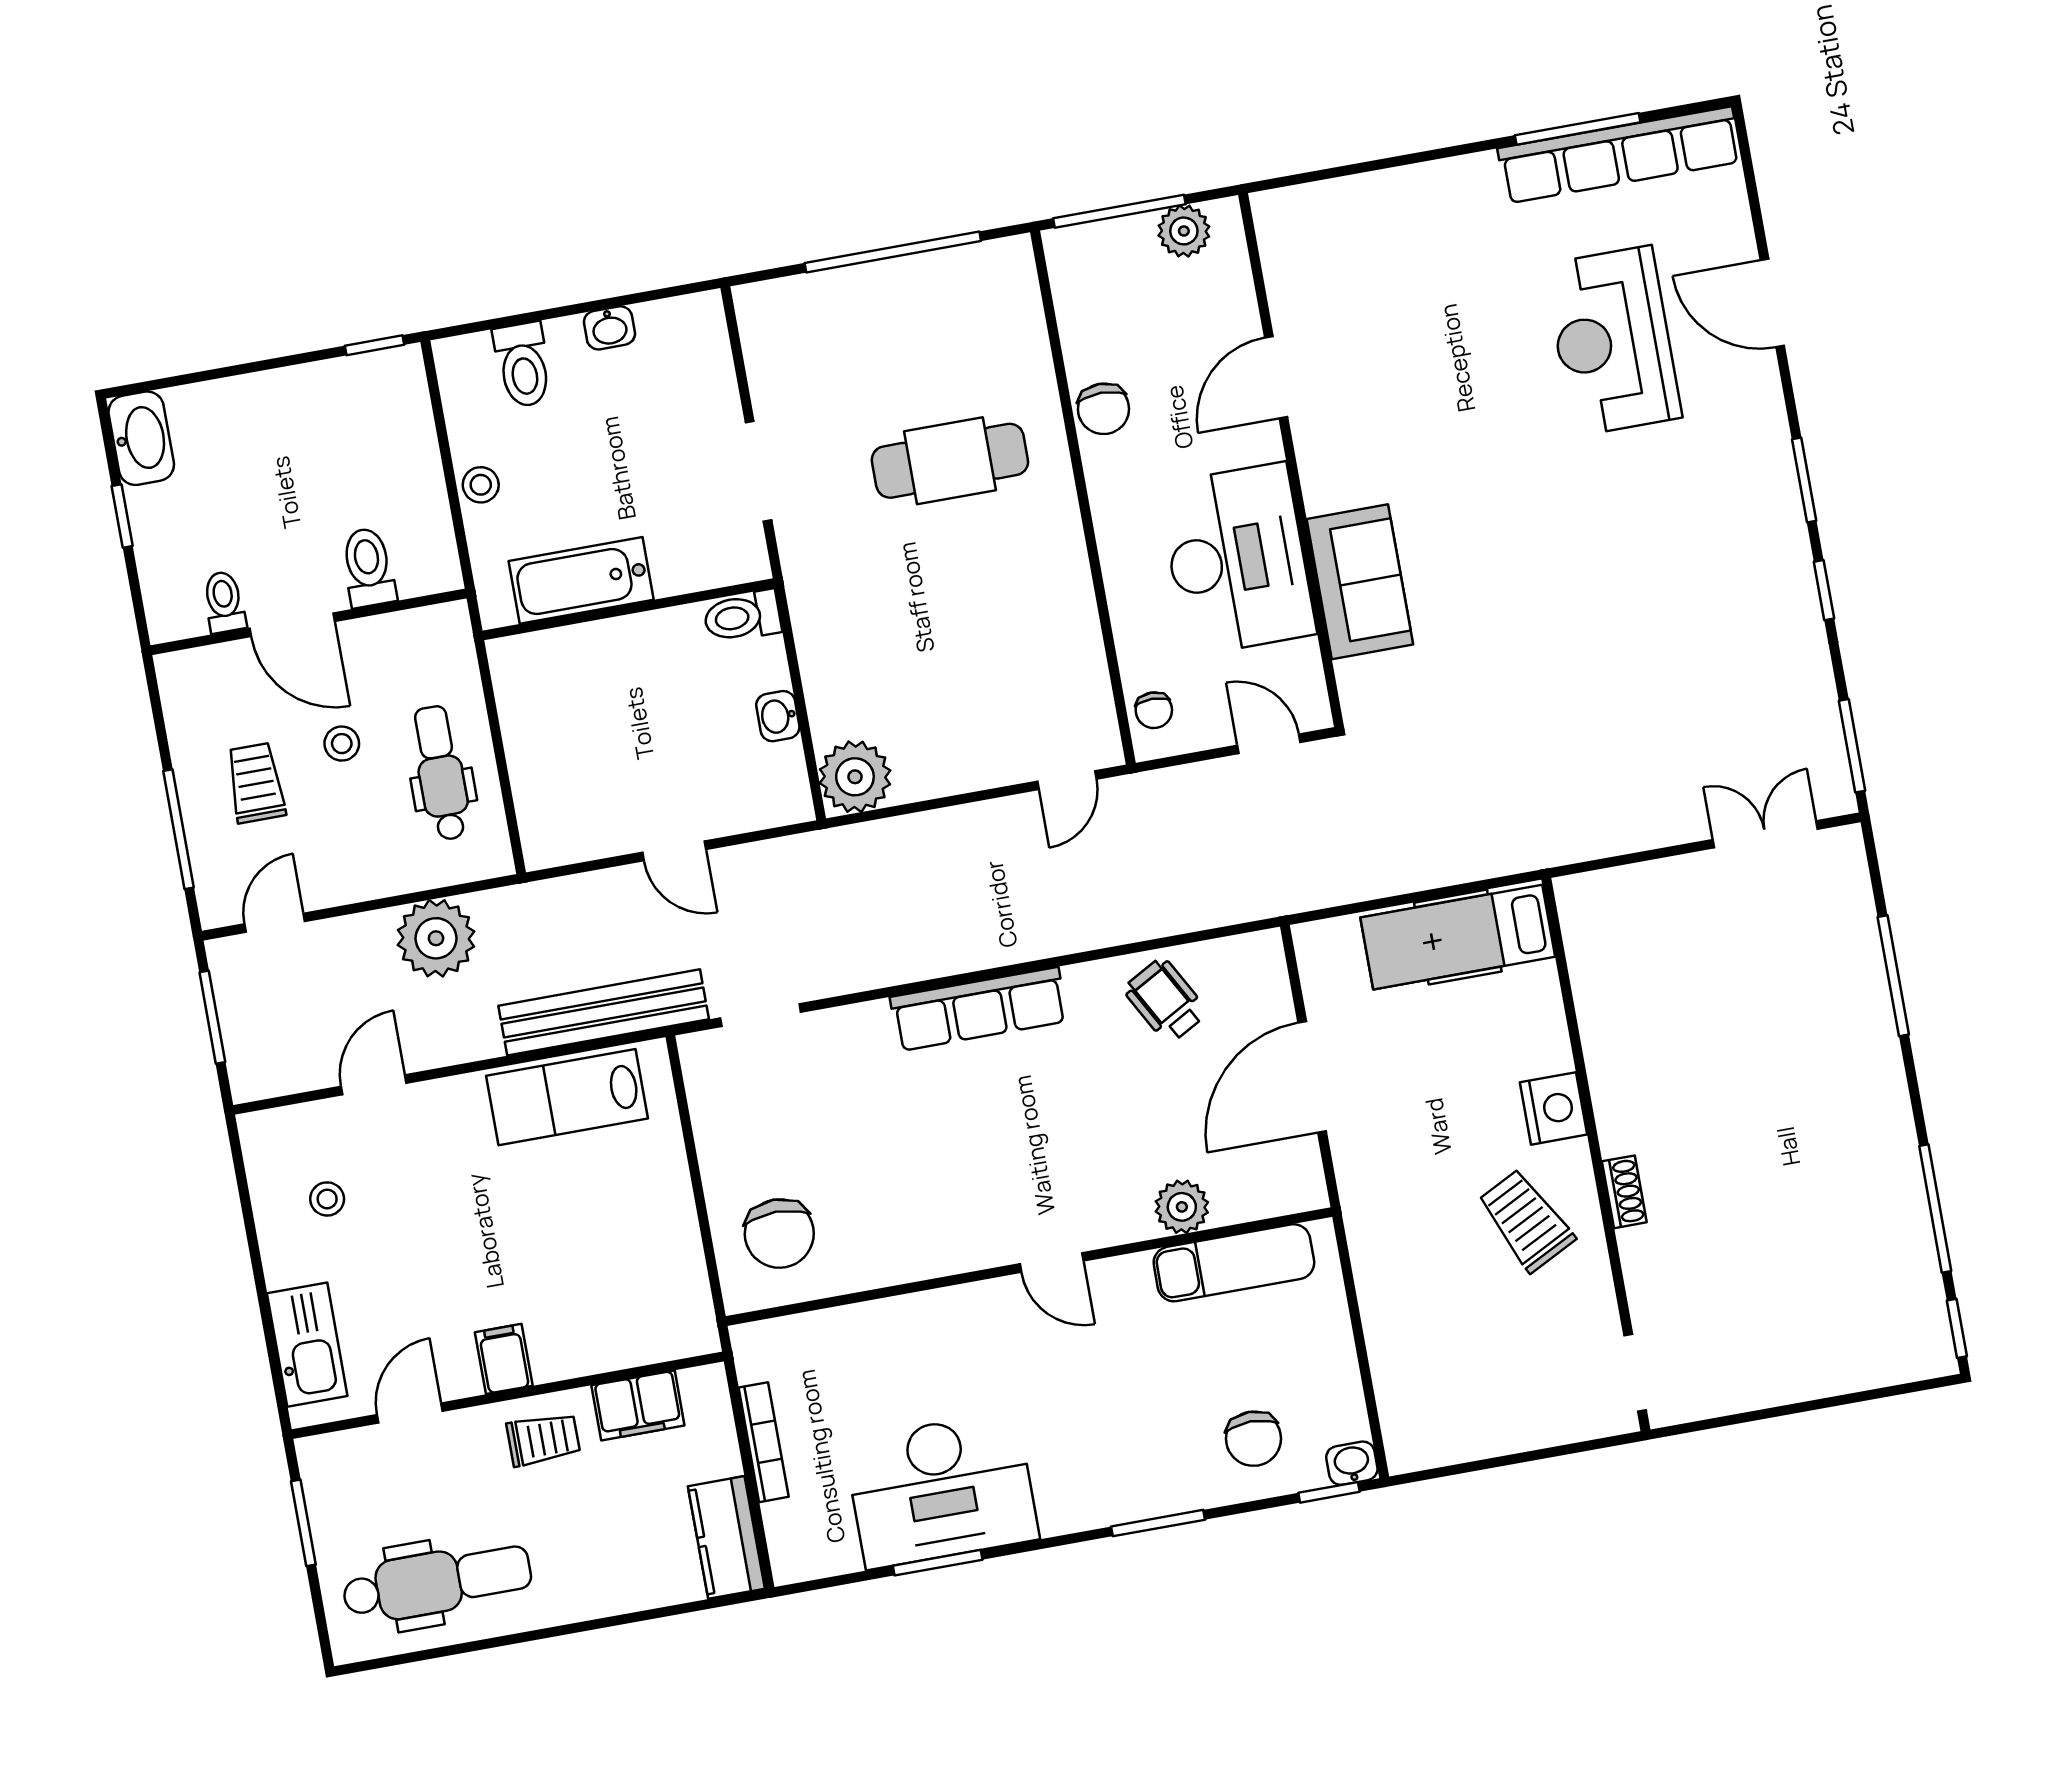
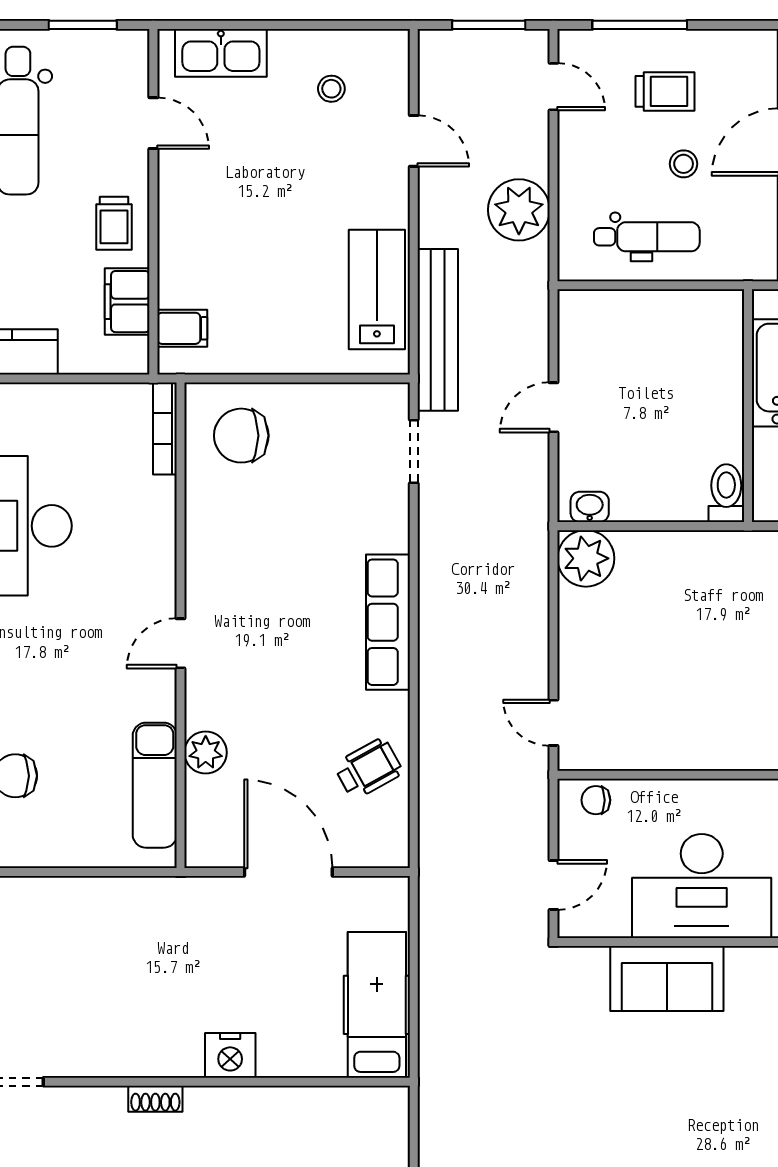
washbasin: (778, 716) -> (590, 507), moved
trolley: (1526, 1220) -> (147, 1018), removed
filing cabinet: (504, 1359) -> (182, 328), moved
bookcase: (764, 1442) -> (165, 428), moved, turned 90

